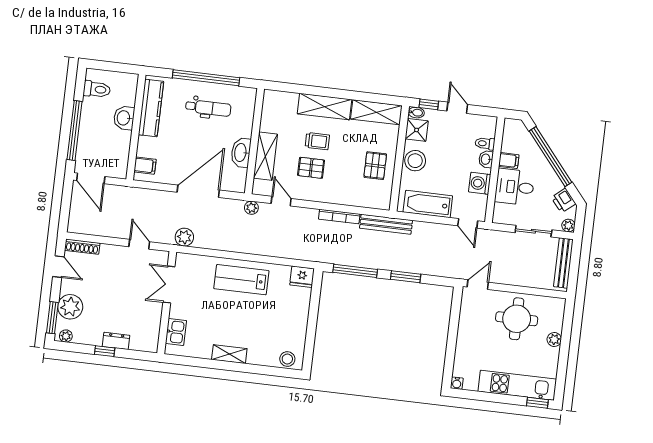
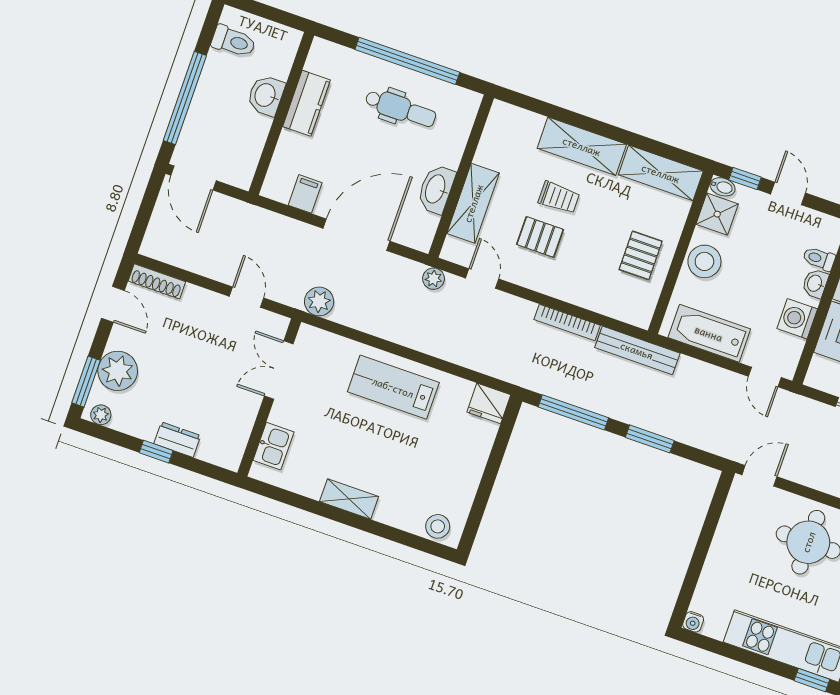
kitchen counter: (151, 108) -> (306, 103), width x0.67
filing cabinet: (145, 166) -> (305, 194), moved, turned -90

